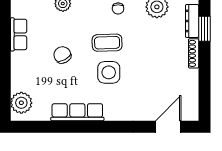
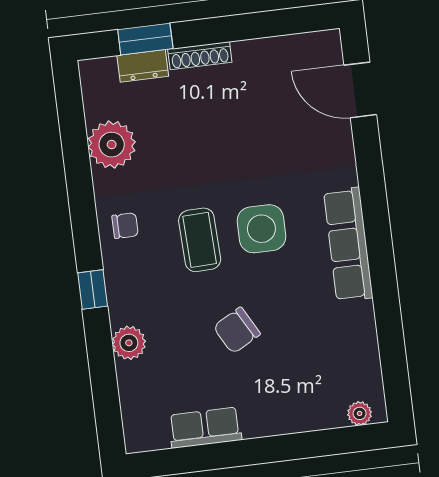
dresser: (192, 21) -> (143, 66), width x0.70
plant: (21, 103) -> (360, 413), width x0.53, depth x0.53
row of seats: (77, 112) -> (348, 244), moved

